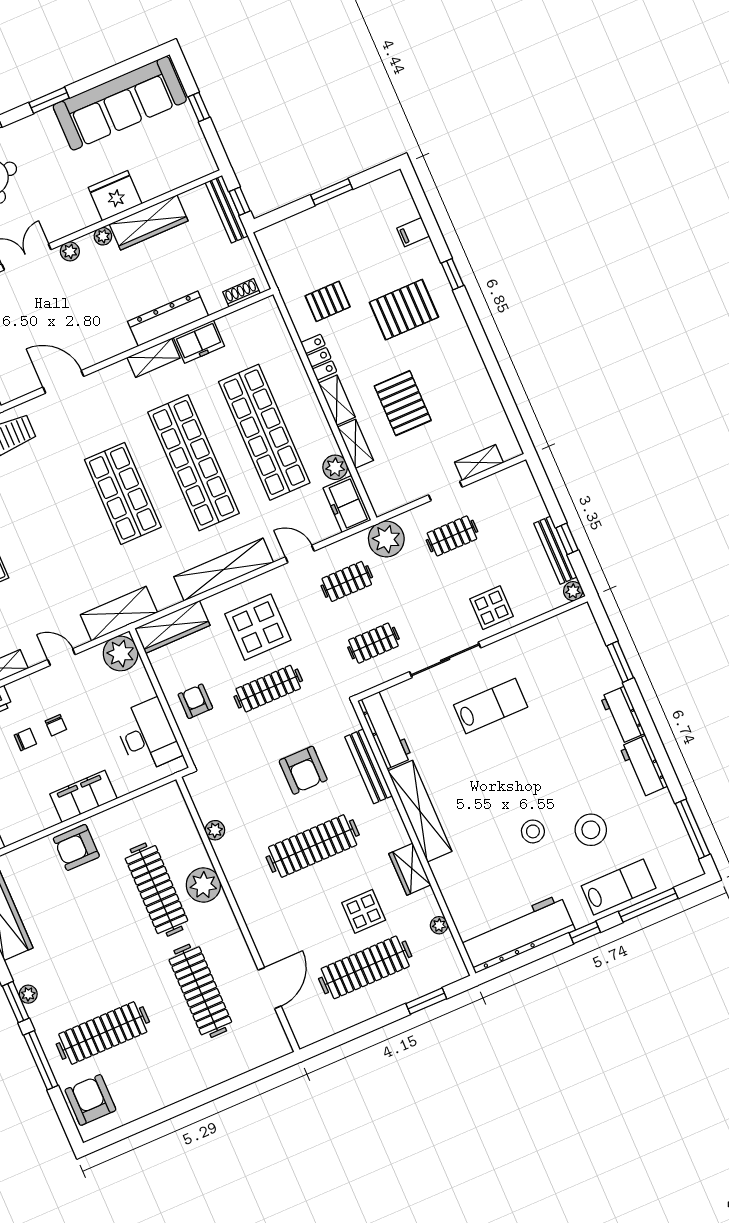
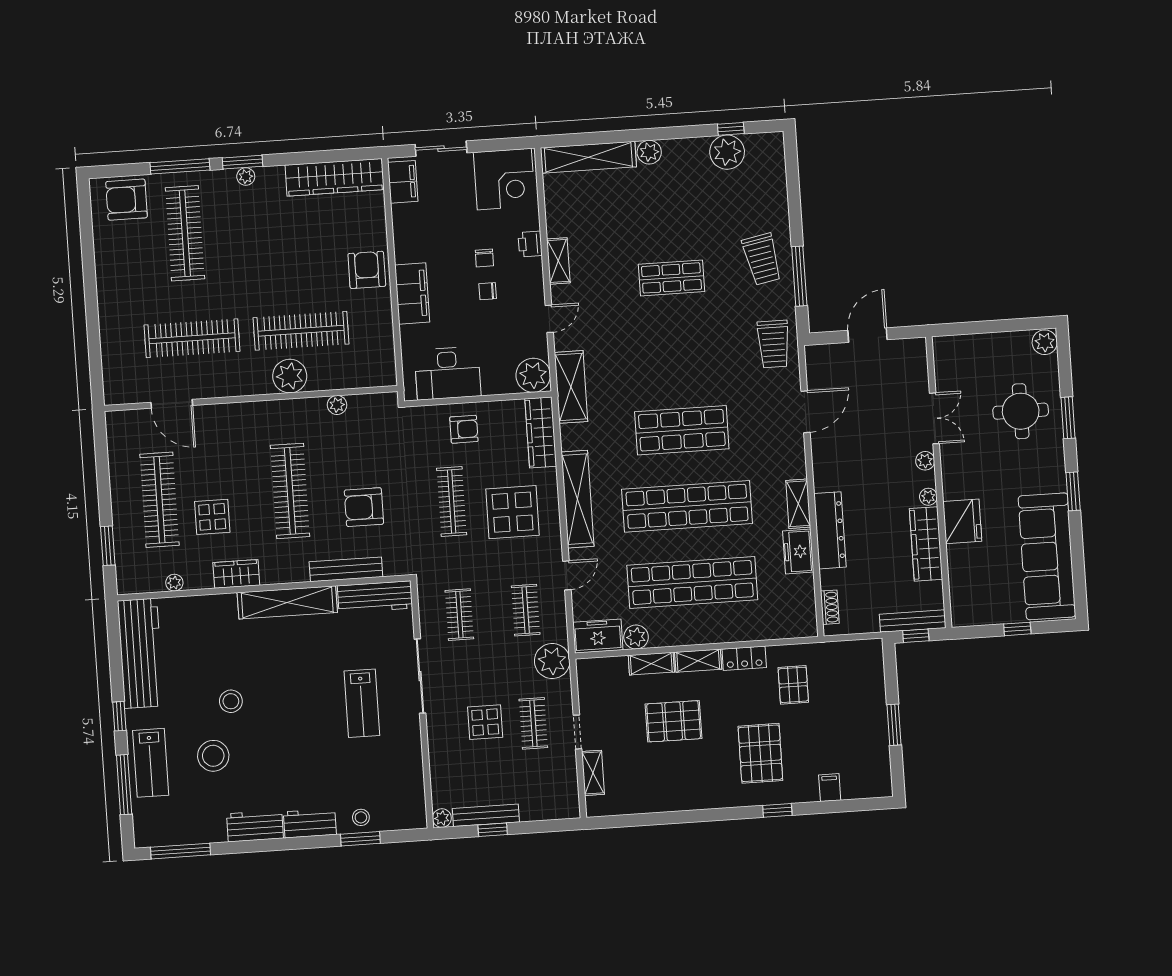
display table: (491, 608) -> (485, 722), moved
stool: (600, 668) -> (361, 817), added
armchair: (90, 1100) -> (127, 200), turned 180

